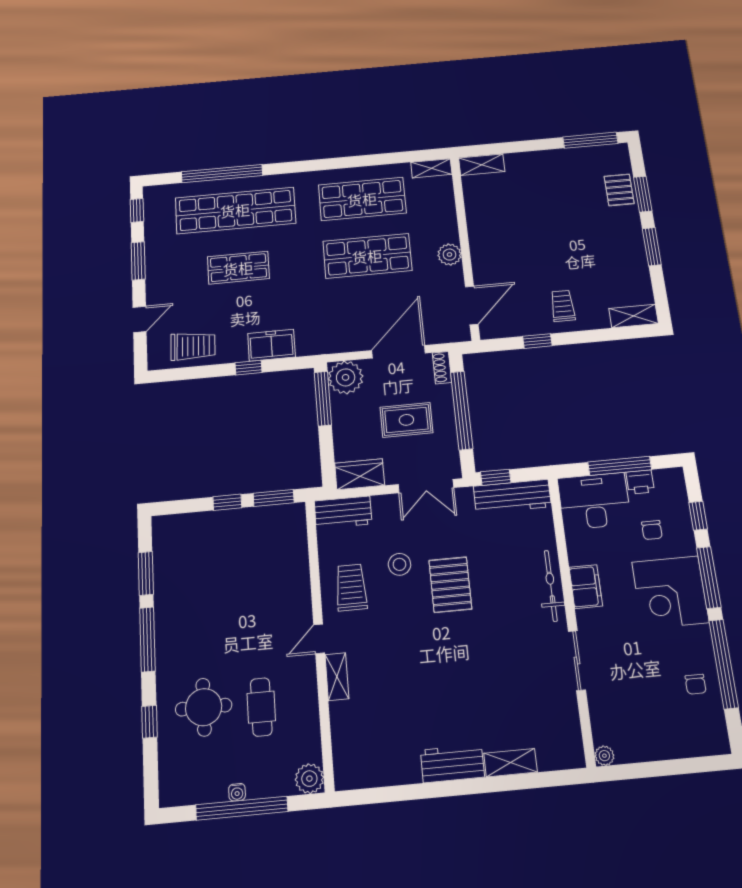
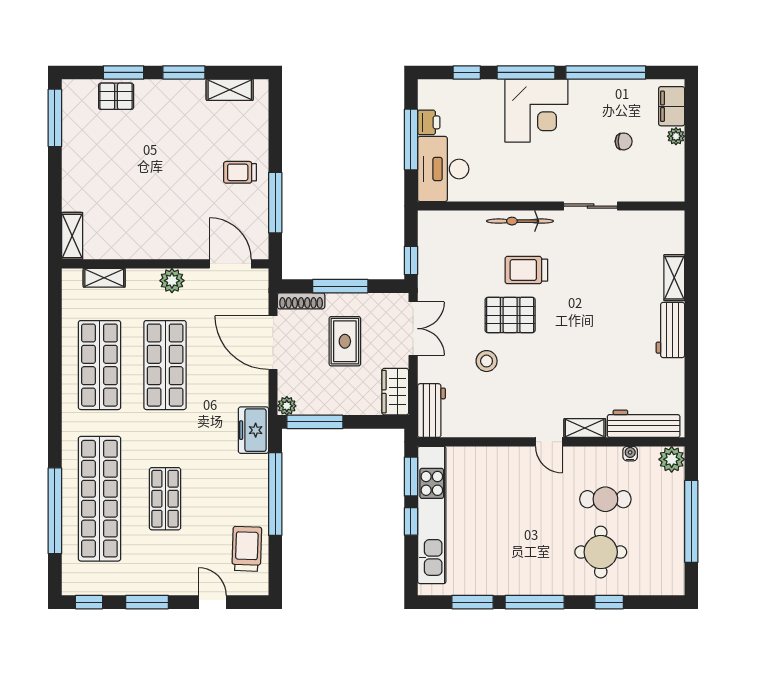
shelving: (431, 168) -> (104, 278), moved, turned 90
shelving: (634, 316) -> (230, 90), moved, turned 90
window: (537, 341) -> (275, 203), width x2.17
freezer: (271, 345) -> (253, 430), moved
window: (248, 368) -> (275, 494), width x3.17
shoe rack: (442, 368) -> (301, 301), width x1.43
plant: (346, 377) -> (287, 406), width x0.53, depth x0.53
window: (462, 410) -> (340, 286), width x0.68
workbench: (512, 496) -> (644, 424), moved, turned -90
kitchen unit: (235, 523) -> (432, 515), added
chair: (652, 530) -> (476, 118), removed
trolley: (351, 587) -> (526, 270), moved
filing cabinet: (586, 587) -> (672, 106), moved, turned -90
chair: (696, 684) -> (624, 141), moved
plant: (604, 756) -> (676, 136), moved
water cooler: (237, 792) -> (630, 454), moved, turned -90

